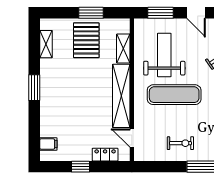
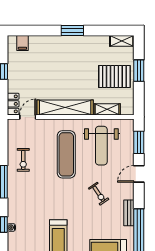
window: (91, 13) -> (139, 71), moved
shelving: (46, 44) -> (122, 41), moved
weight bench: (164, 55) -> (101, 146), turned 90
locker: (105, 155) -> (13, 104), moved

